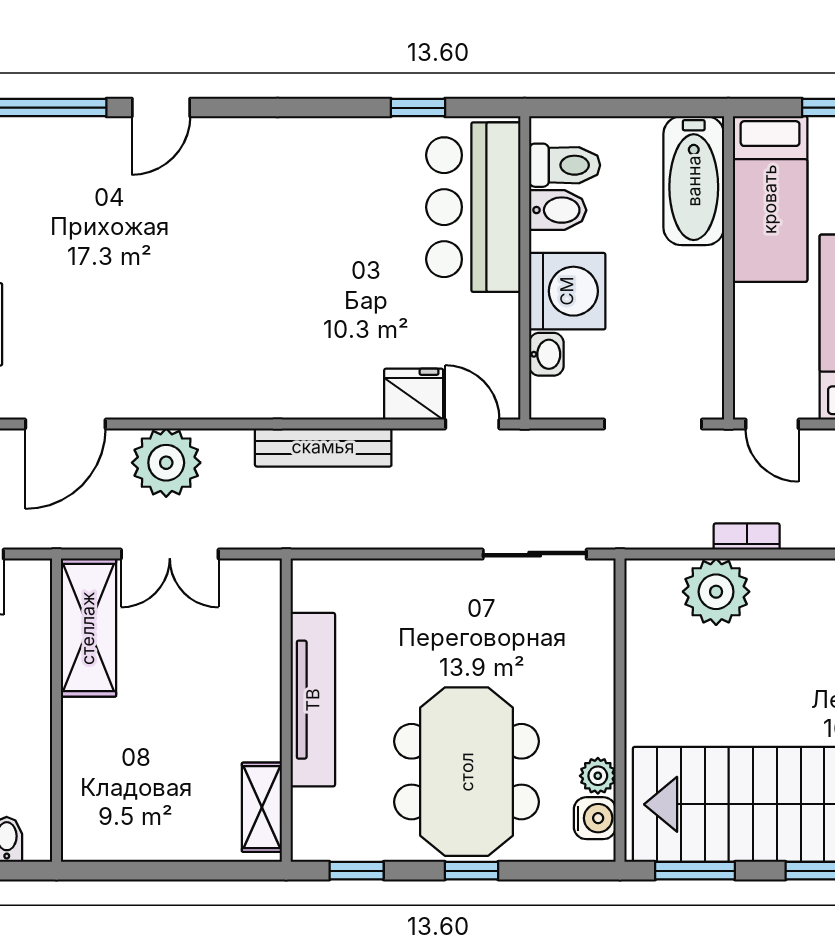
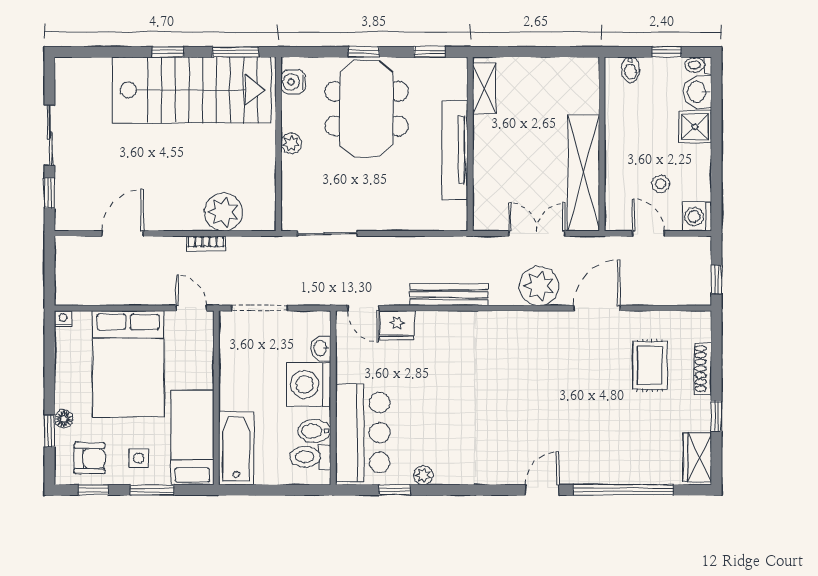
plant: (368, 133) -> (423, 475), added
shelving: (88, 628) -> (584, 173), width x1.47
plant: (598, 776) -> (291, 143), moved

